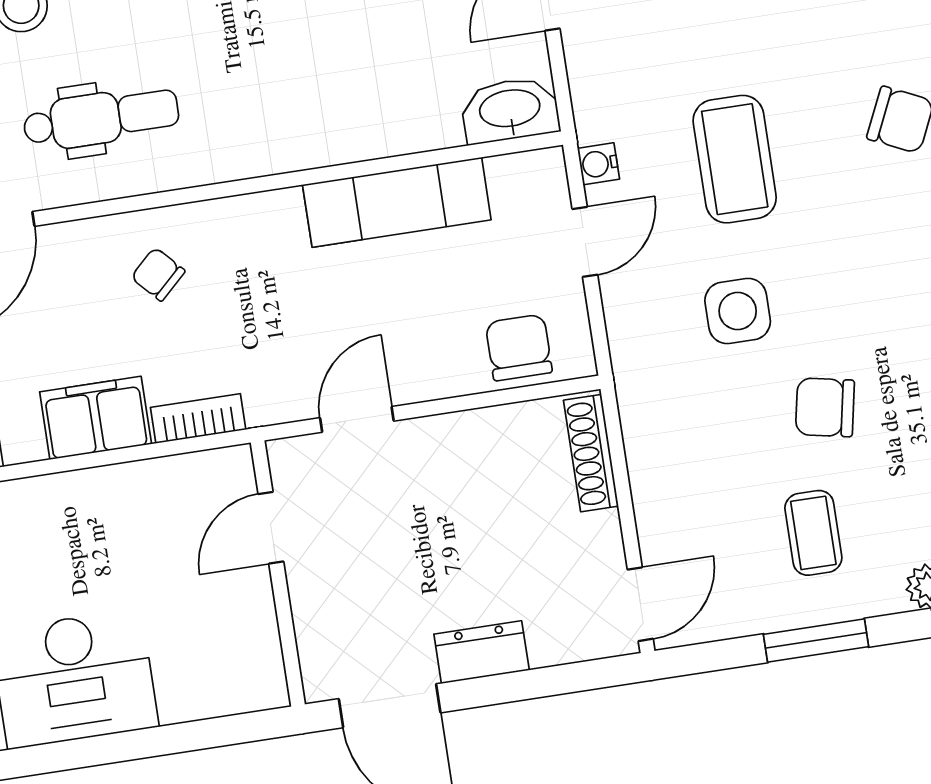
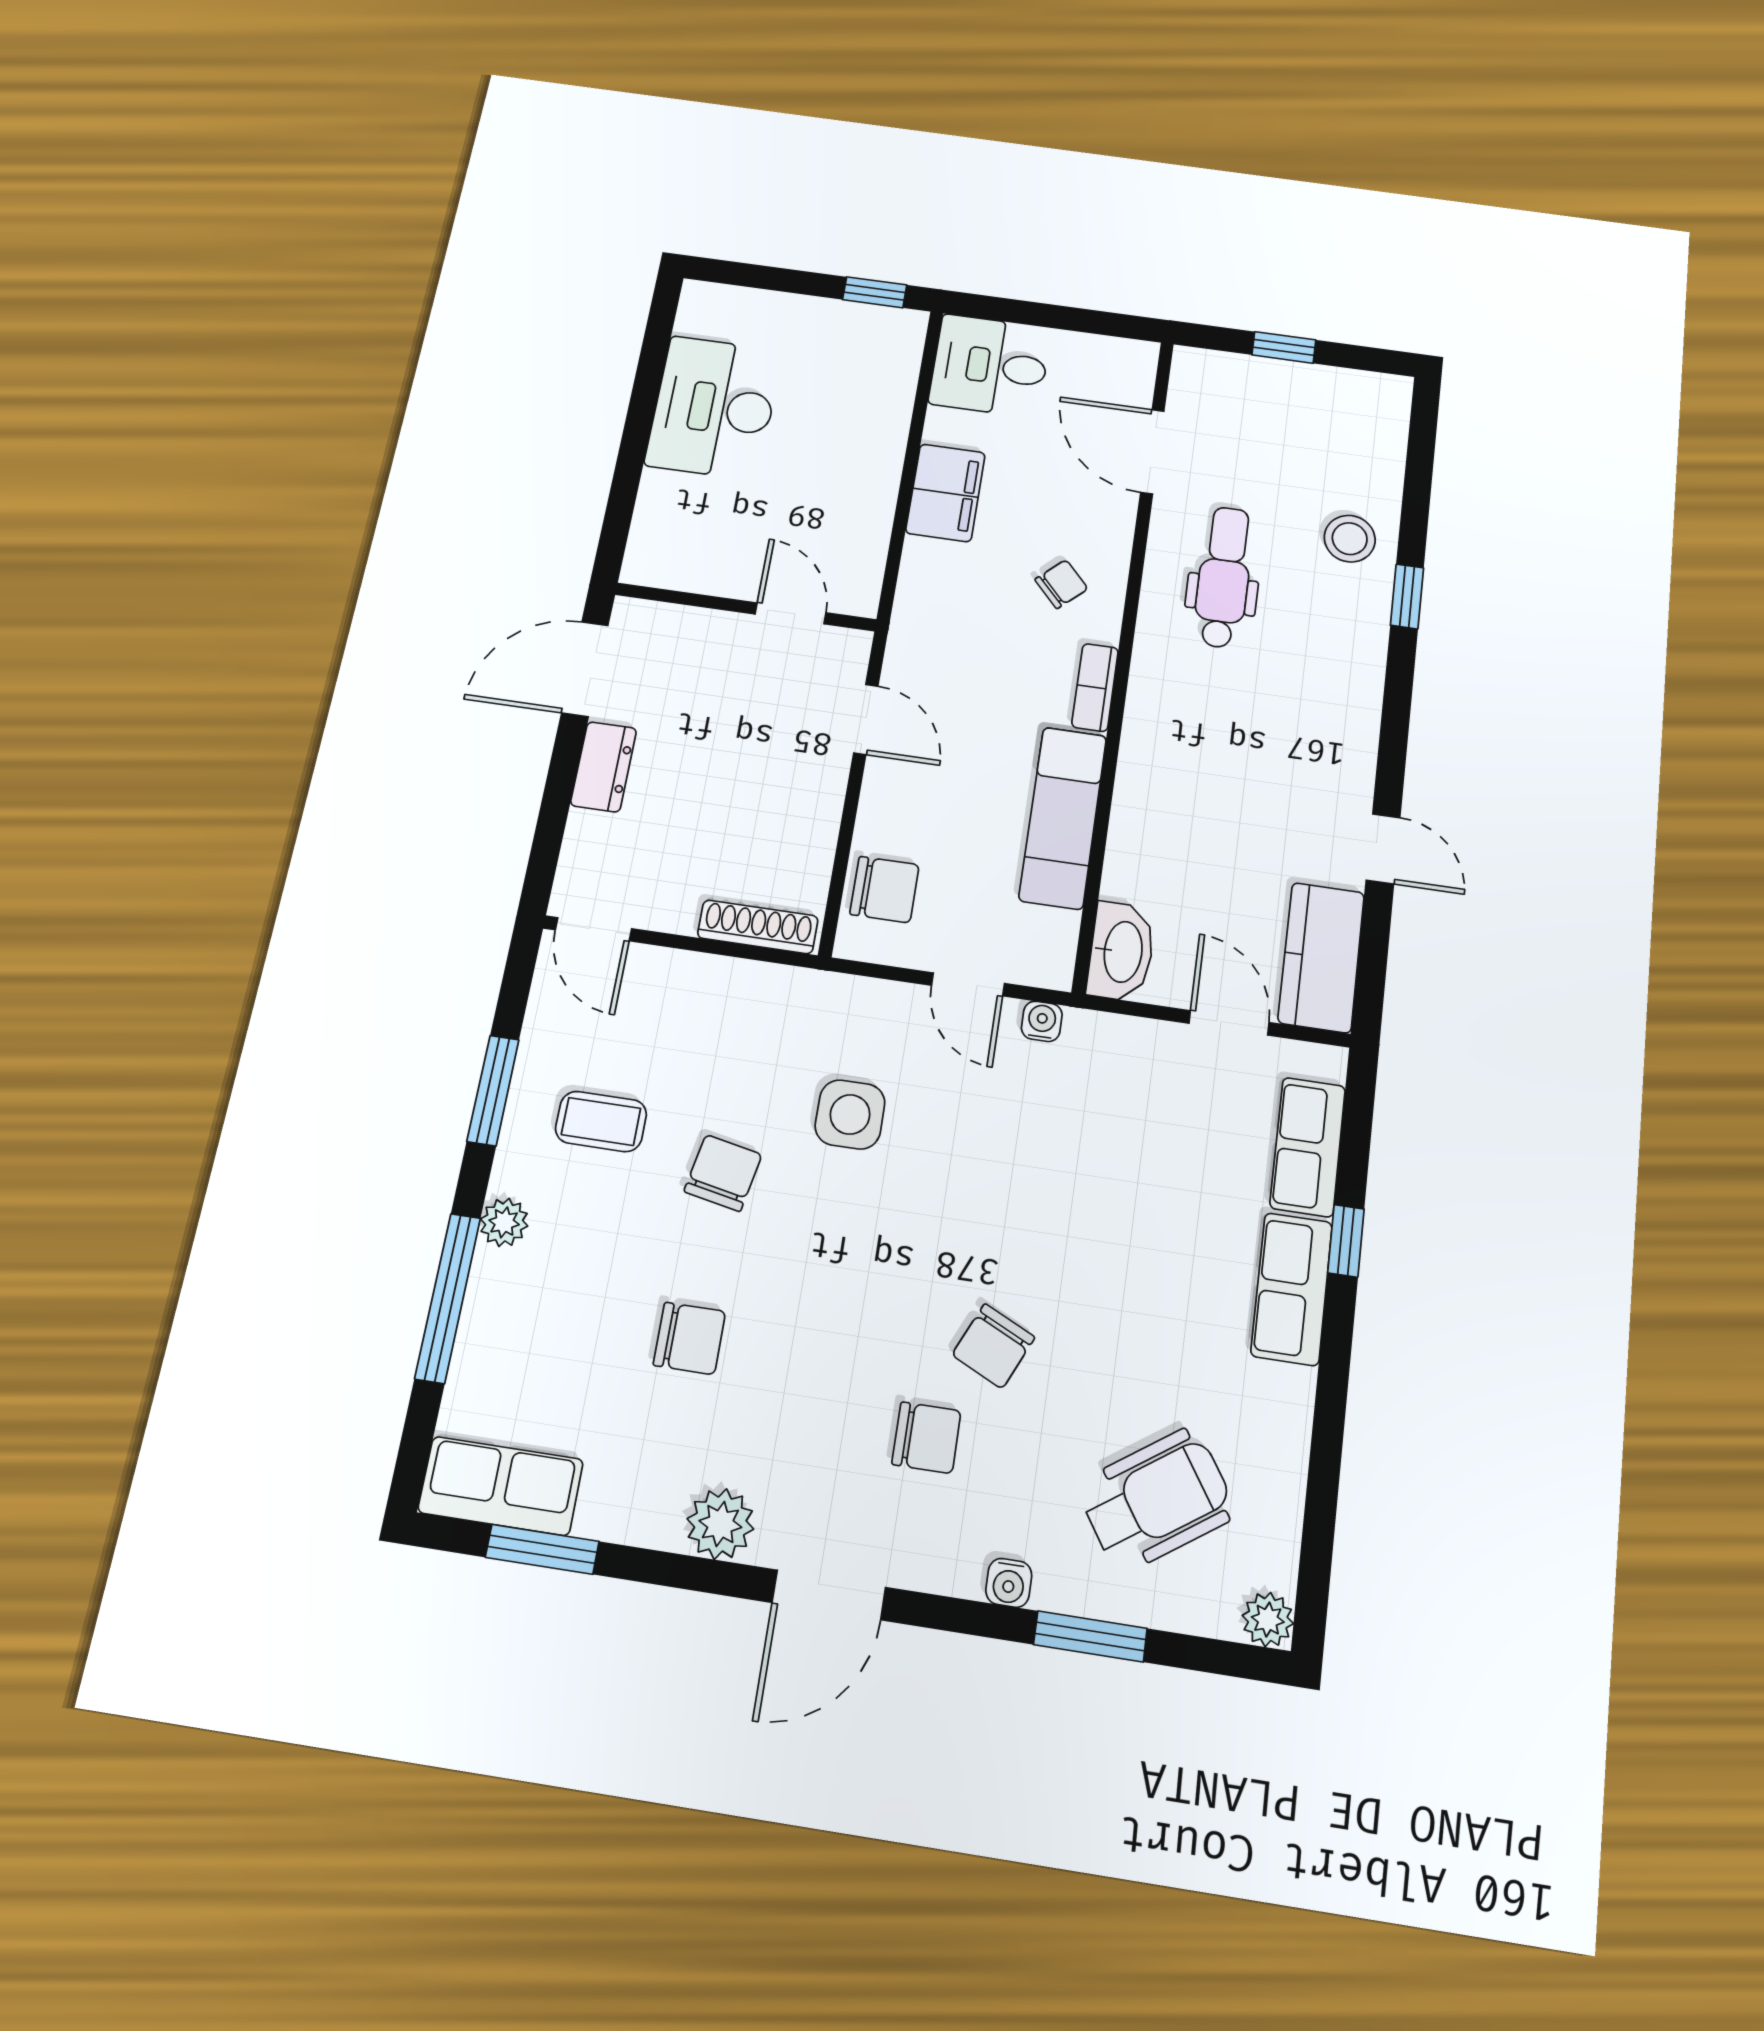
dental chair: (101, 118) -> (1224, 577), turned 180
coffee table: (735, 159) -> (1005, 1159), removed
bookcase: (198, 418) -> (1095, 687), moved, turned 180

